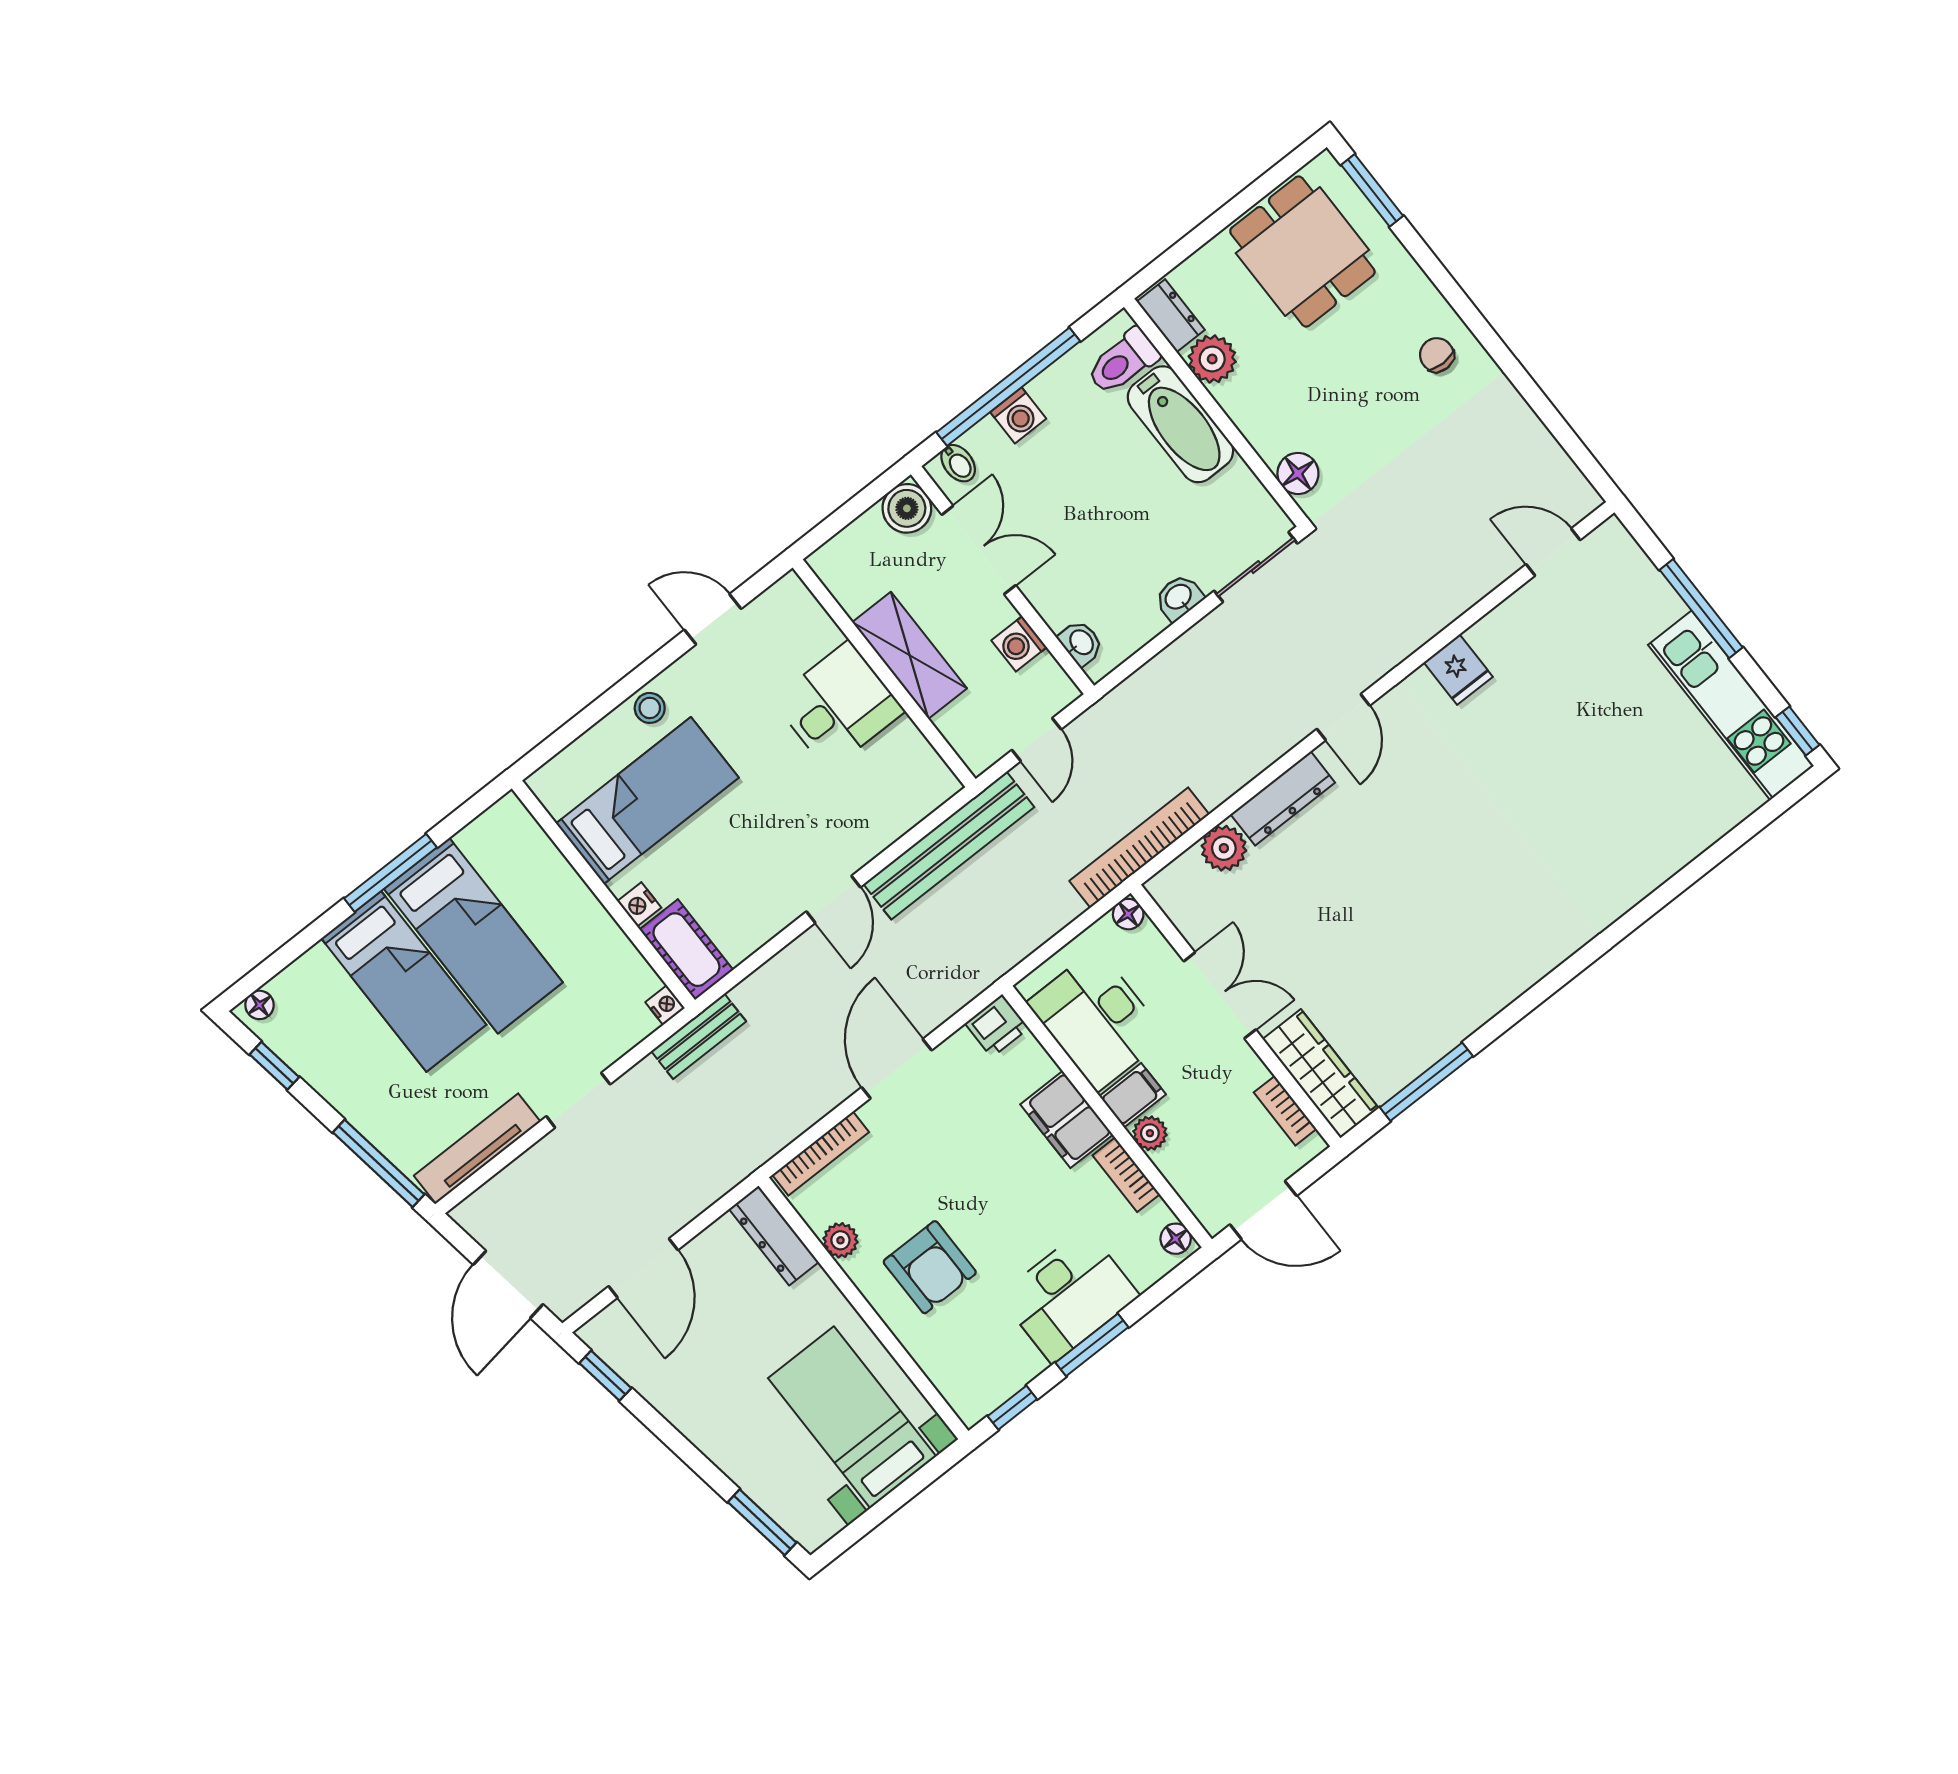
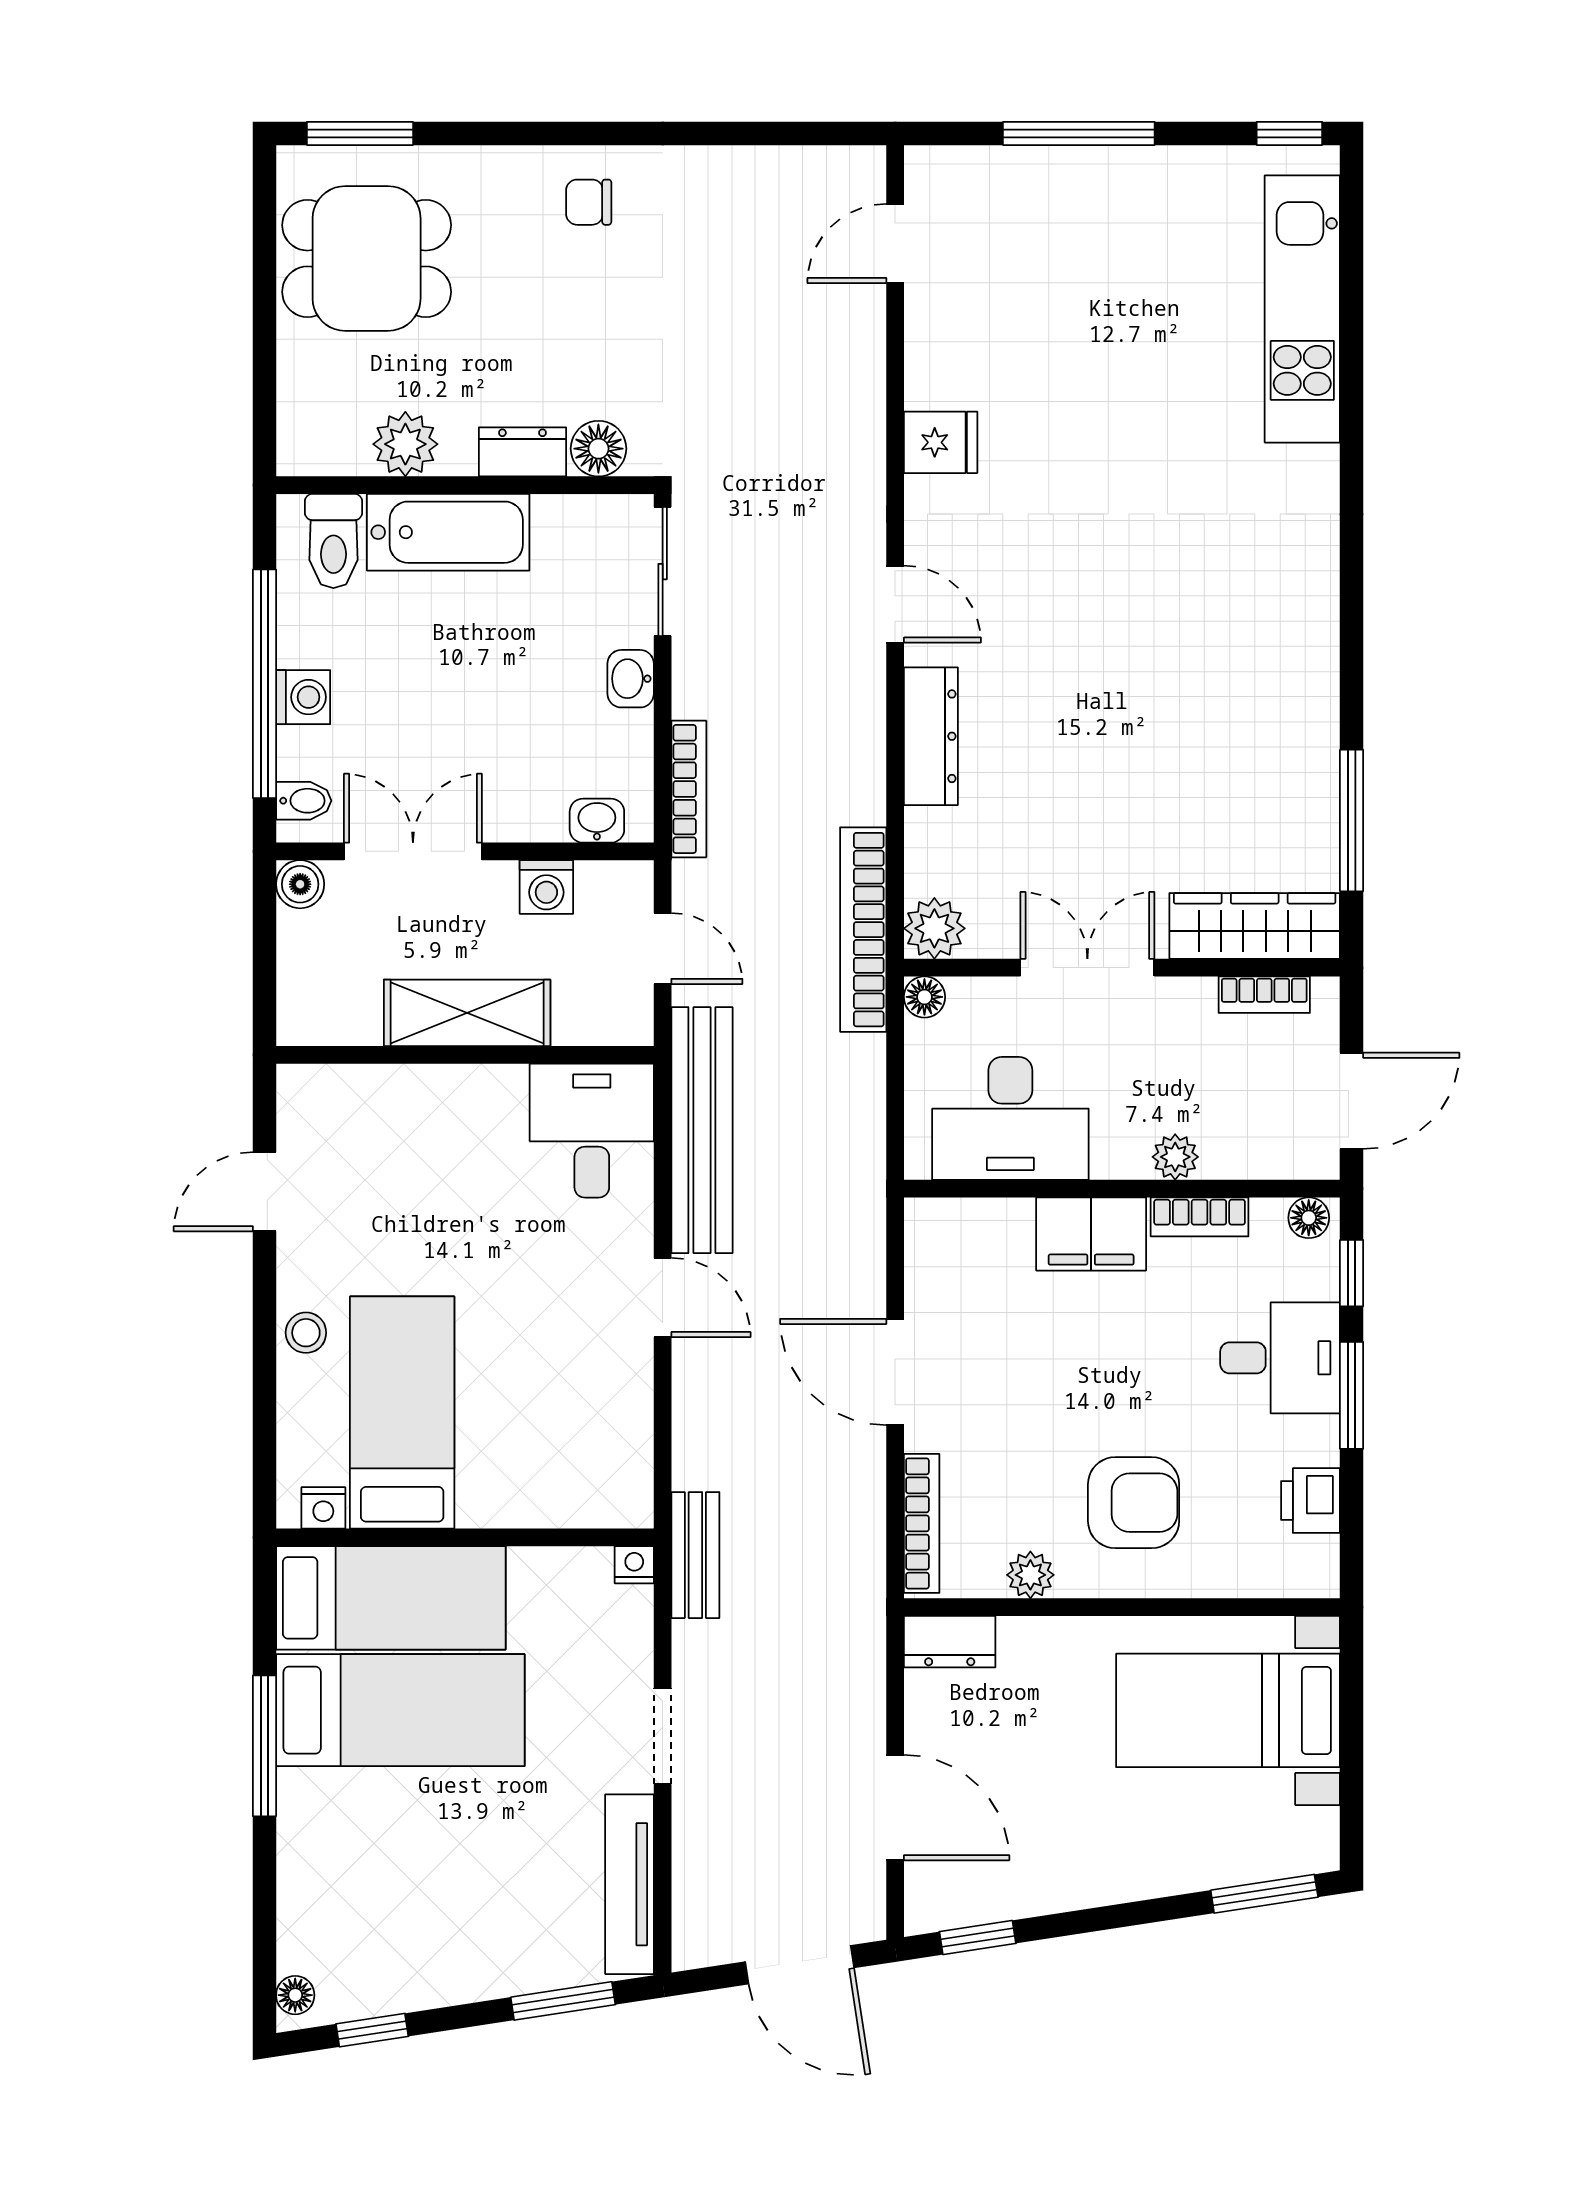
dresser: (1171, 316) -> (522, 452), moved
boiler: (907, 508) -> (300, 884), width x0.73, depth x0.73
bookcase: (1141, 682) -> (689, 789), added
kitchen unit: (1731, 705) -> (1302, 309), moved, turned 90
desk: (838, 706) -> (592, 1131), moved
plant: (1224, 848) -> (934, 928), moved
nightstand: (639, 904) -> (323, 1508), moved
cot: (686, 950) -> (593, 1496), removed
bed: (404, 982) -> (391, 1598), moved
printer: (997, 1026) -> (1310, 1501), moved, turned 180
filing cabinet: (1133, 1095) -> (1120, 1144), removed
window: (379, 1163) -> (563, 2001), width x0.69
dresser: (774, 1236) -> (950, 1642), width x0.70
desk: (1069, 1296) -> (1280, 1358), width x0.73
window: (1012, 1408) -> (1352, 1273), moved

